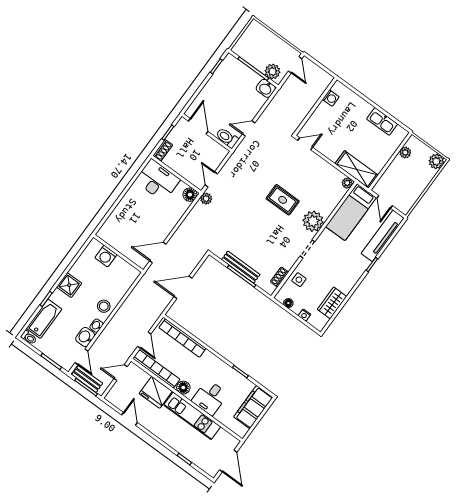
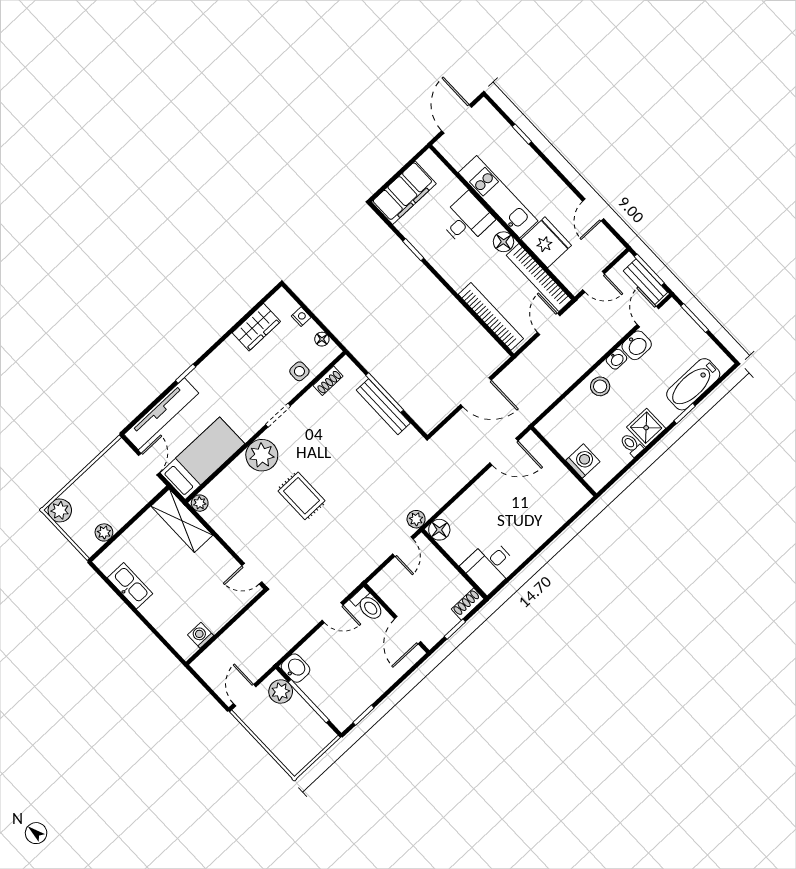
desk: (157, 180) -> (489, 566), width x0.73
toilet: (29, 337) -> (632, 445), moved

